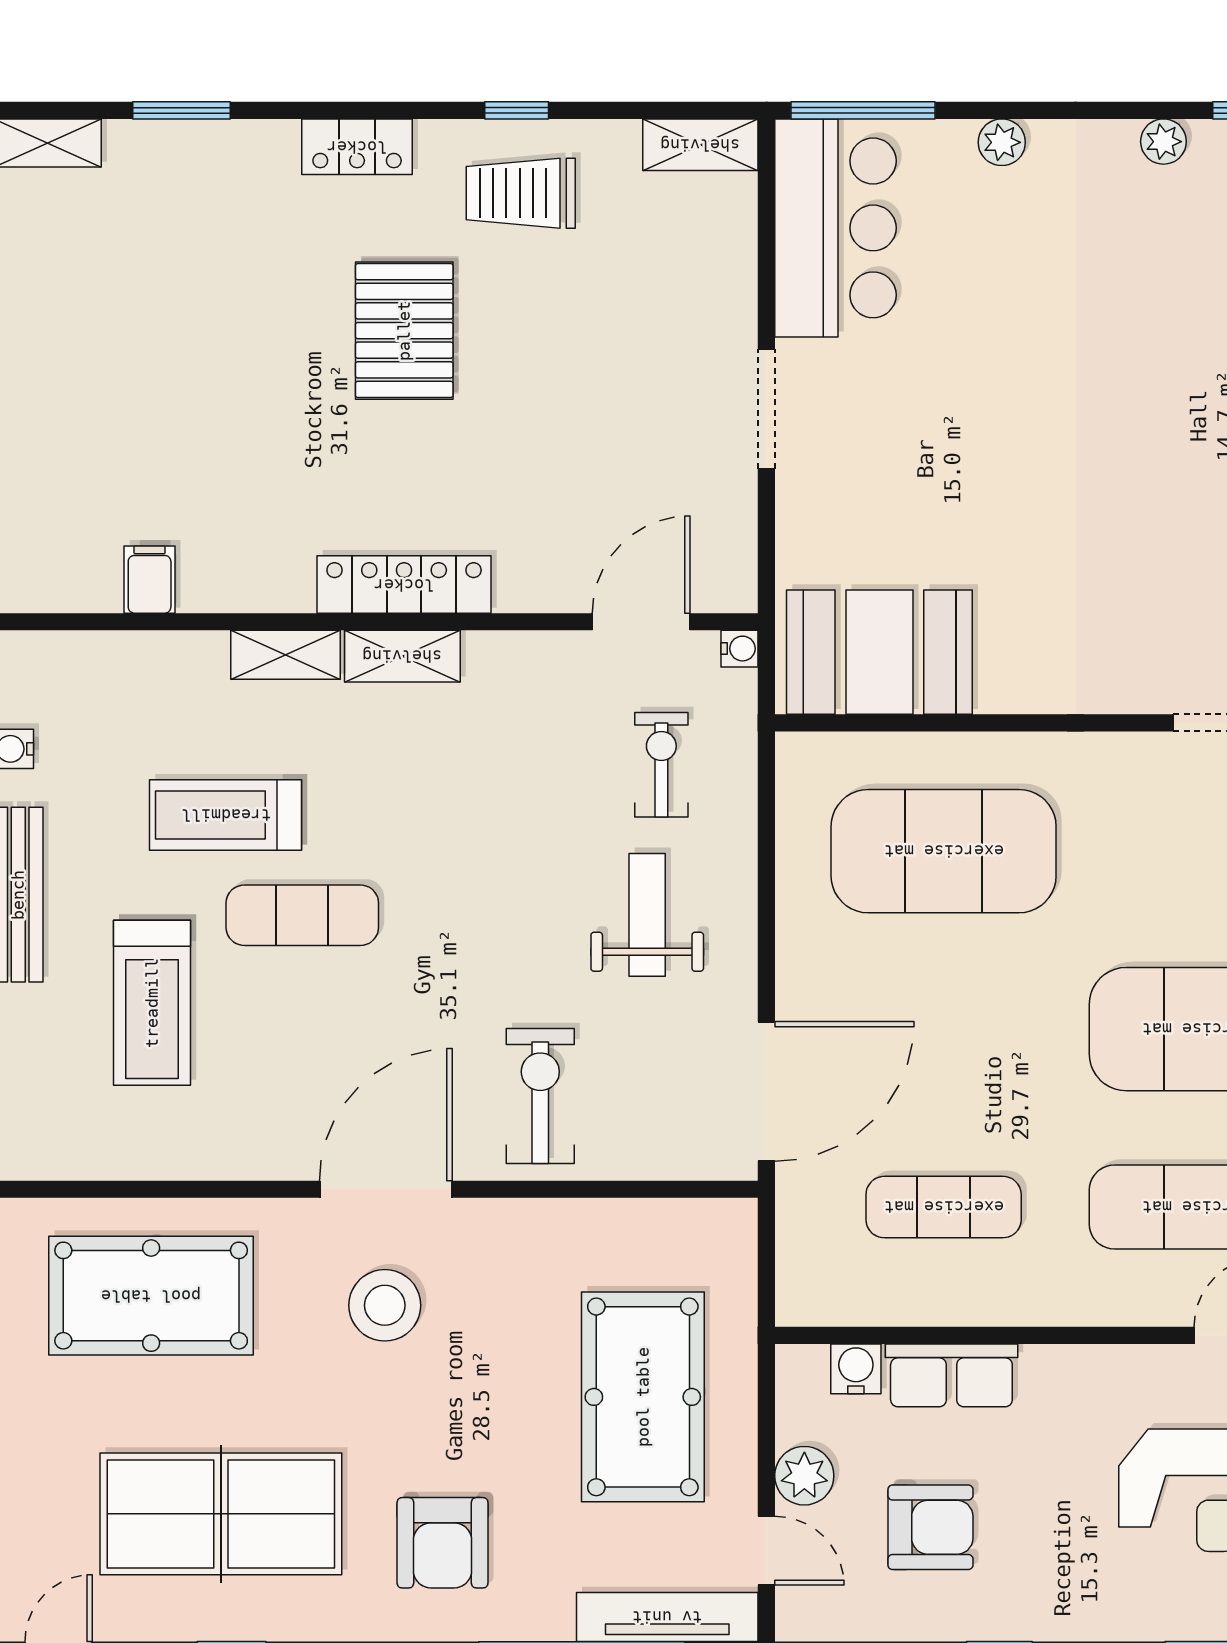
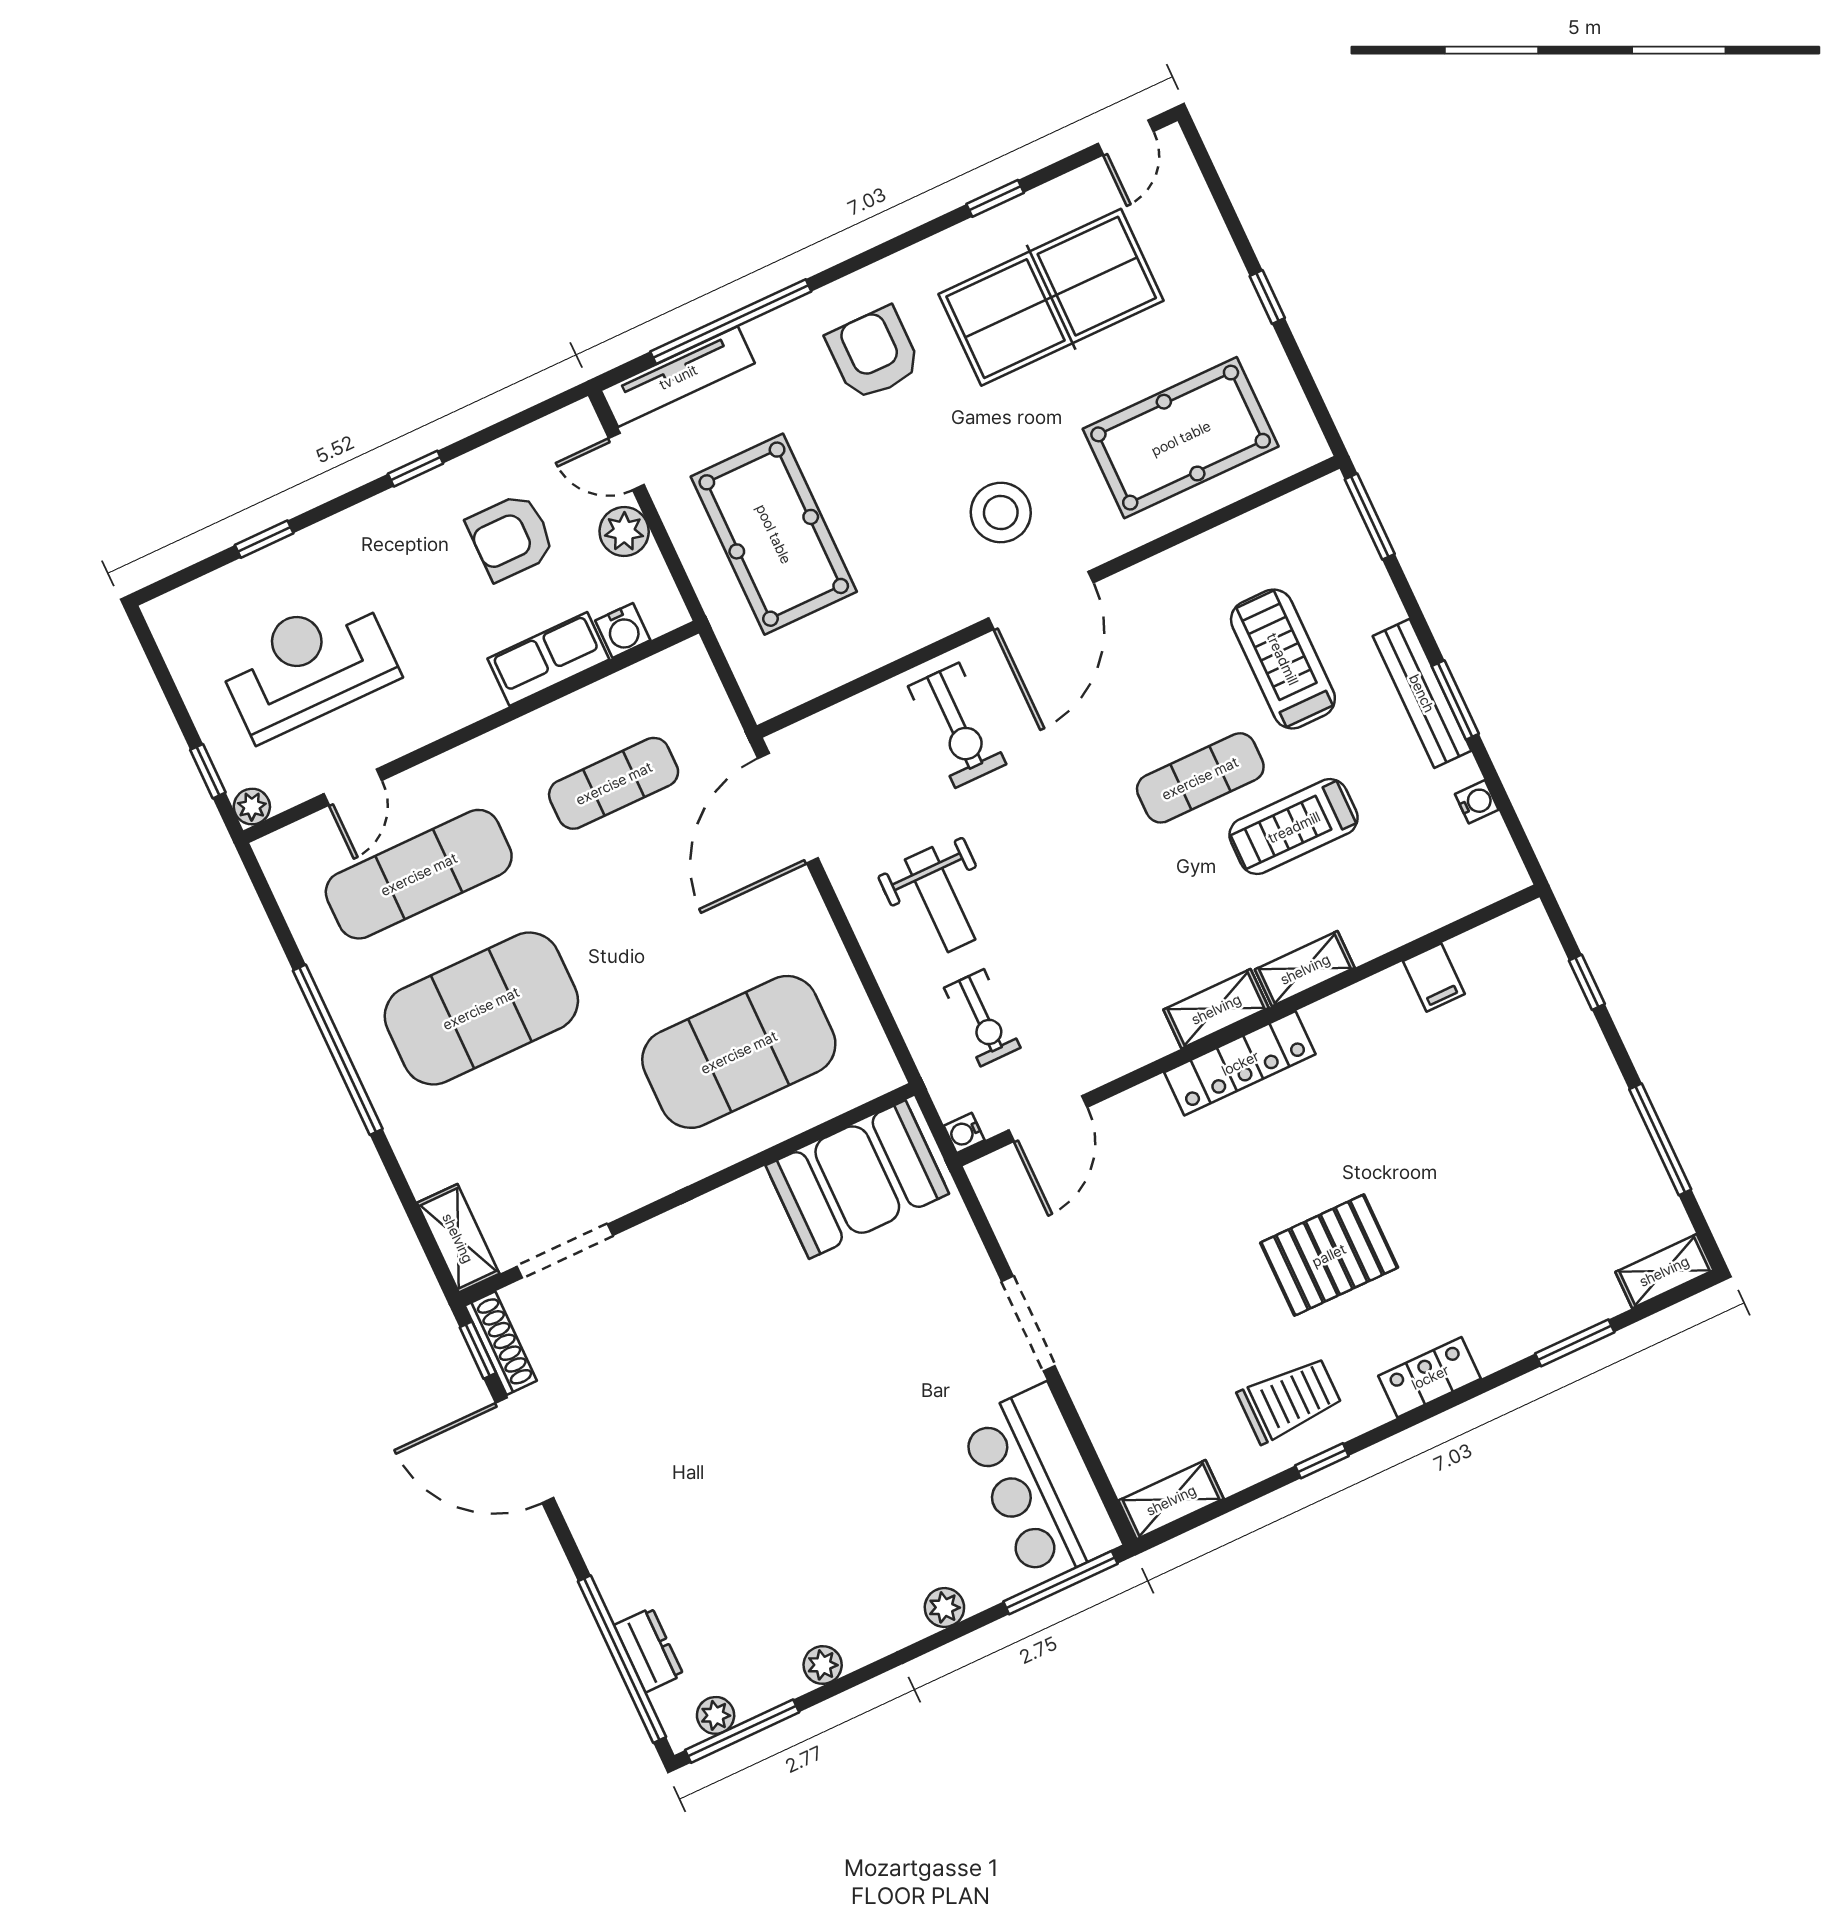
pallet: (404, 331) -> (1329, 1255), turned 90
treadmill: (226, 815) -> (1294, 827), turned 180

